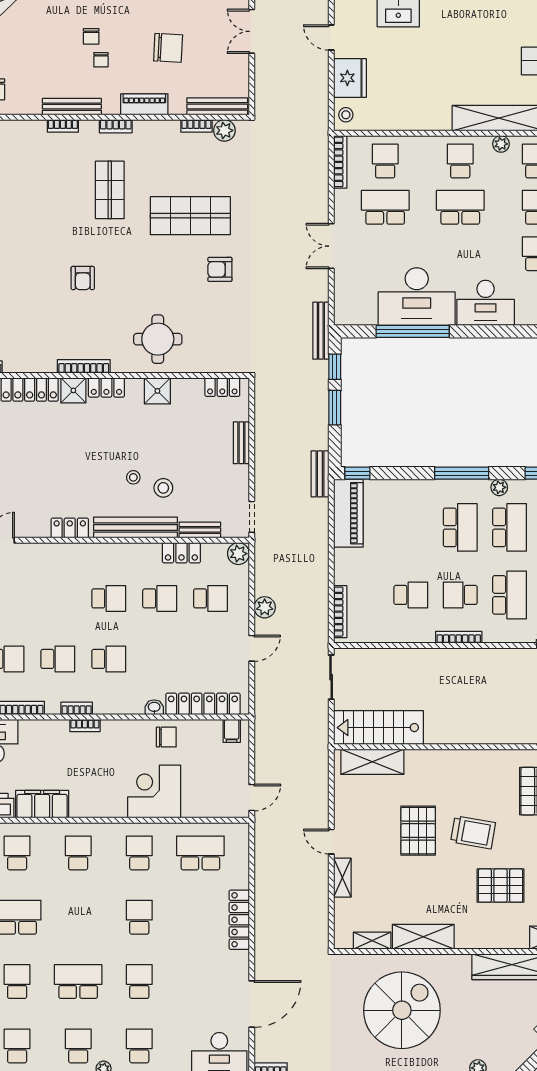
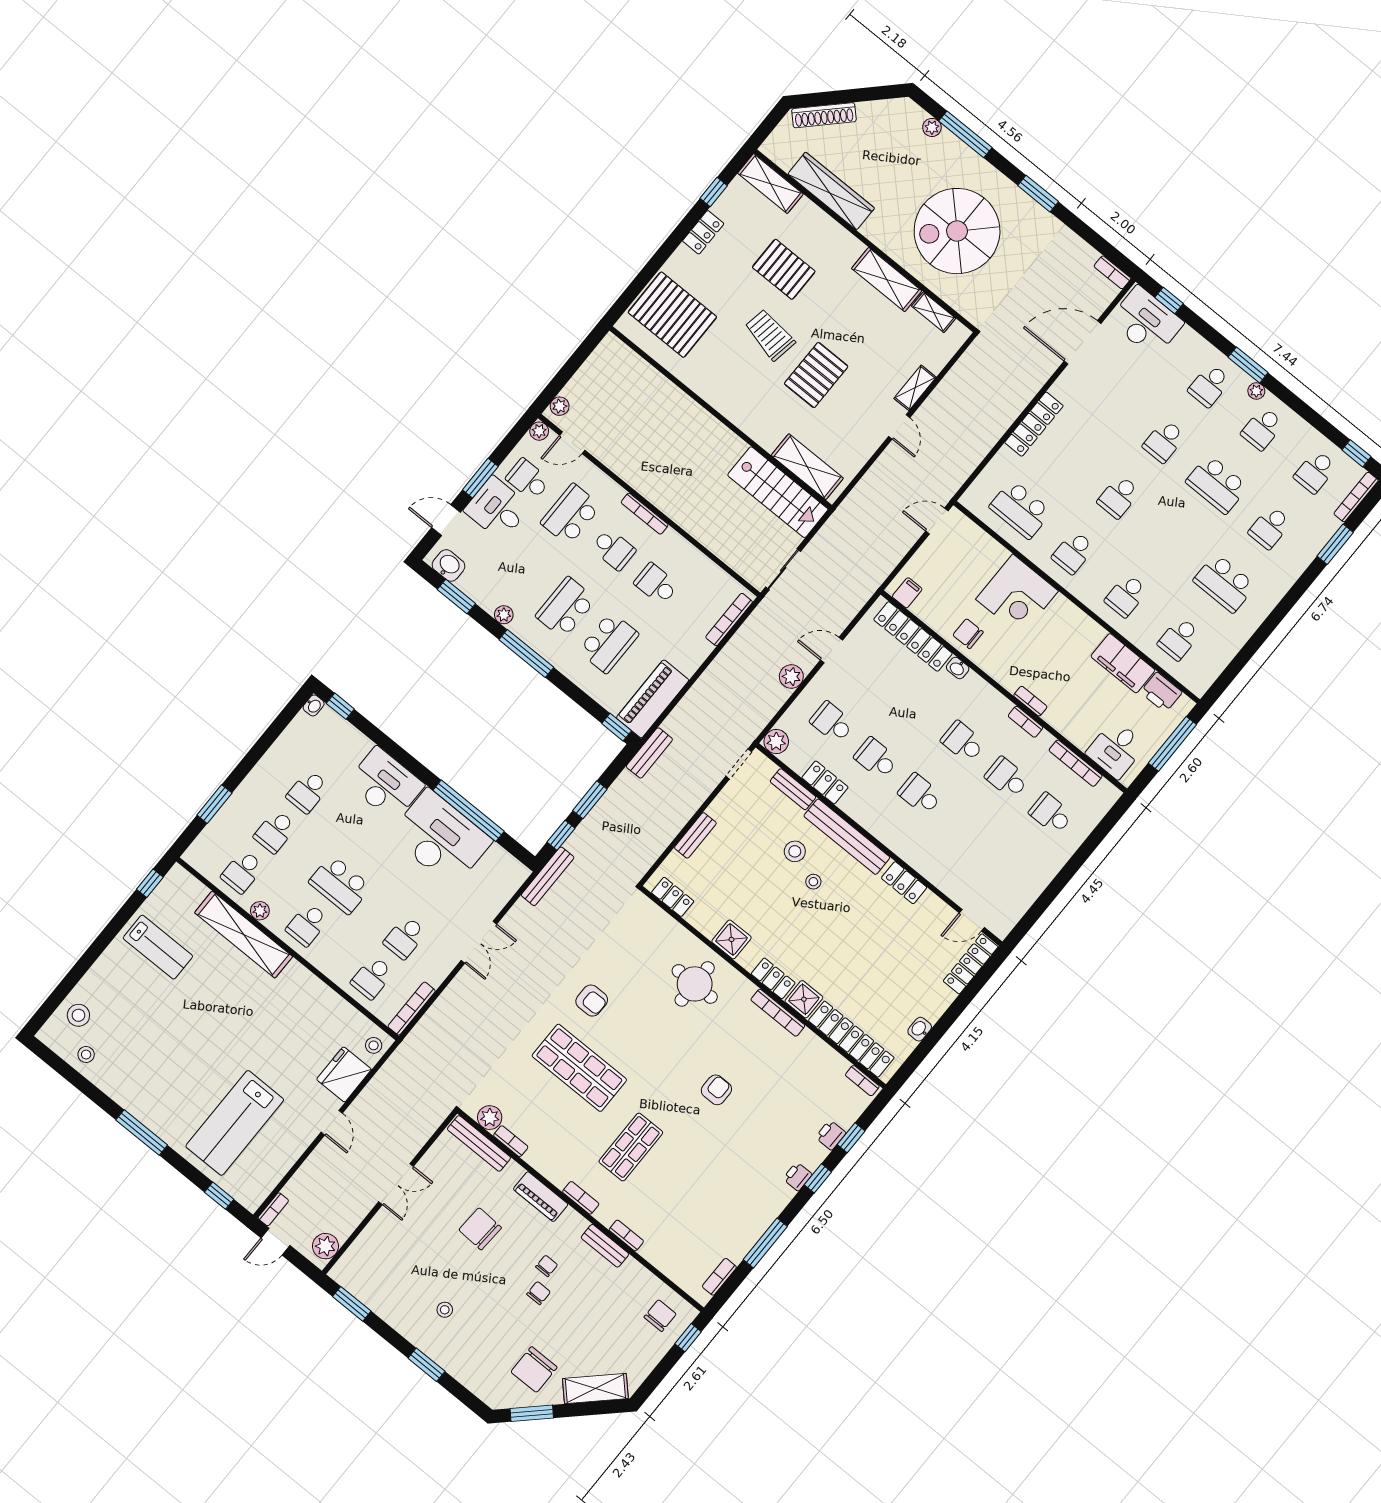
bench: (72, 107) -> (605, 1246), width x0.73
school desk: (385, 207) -> (405, 938), width x0.54
school desk: (510, 527) -> (608, 642), moved, turned 180

